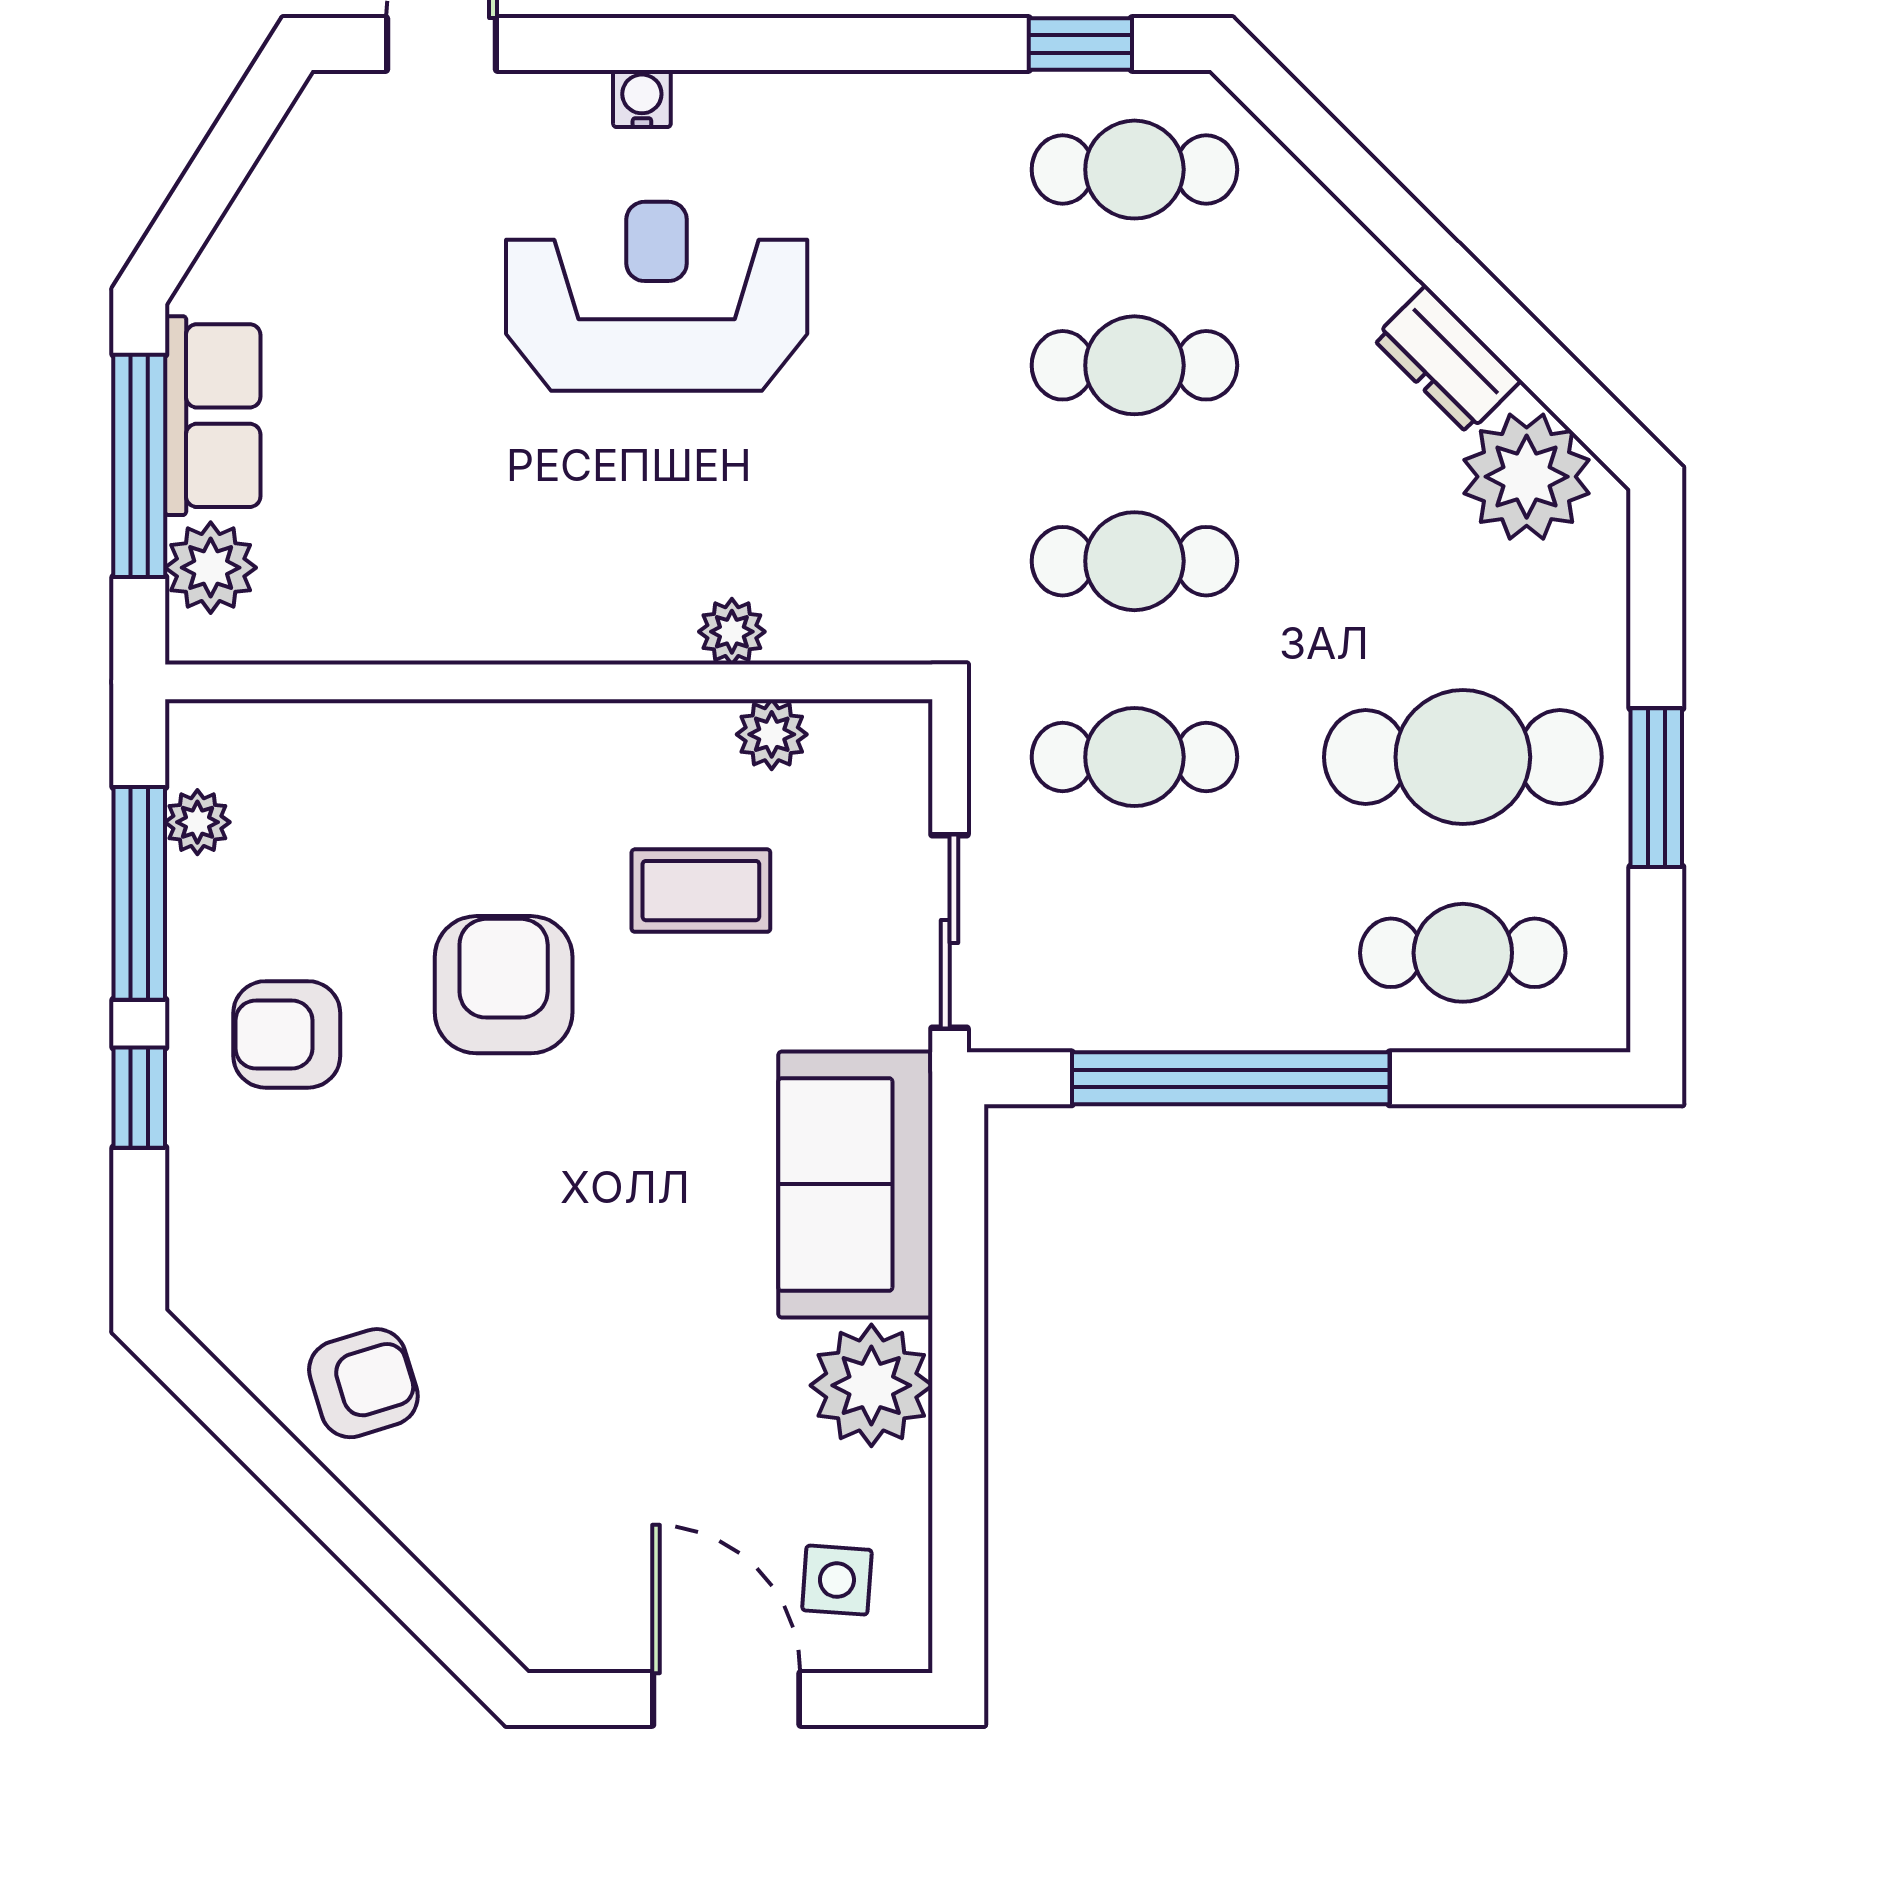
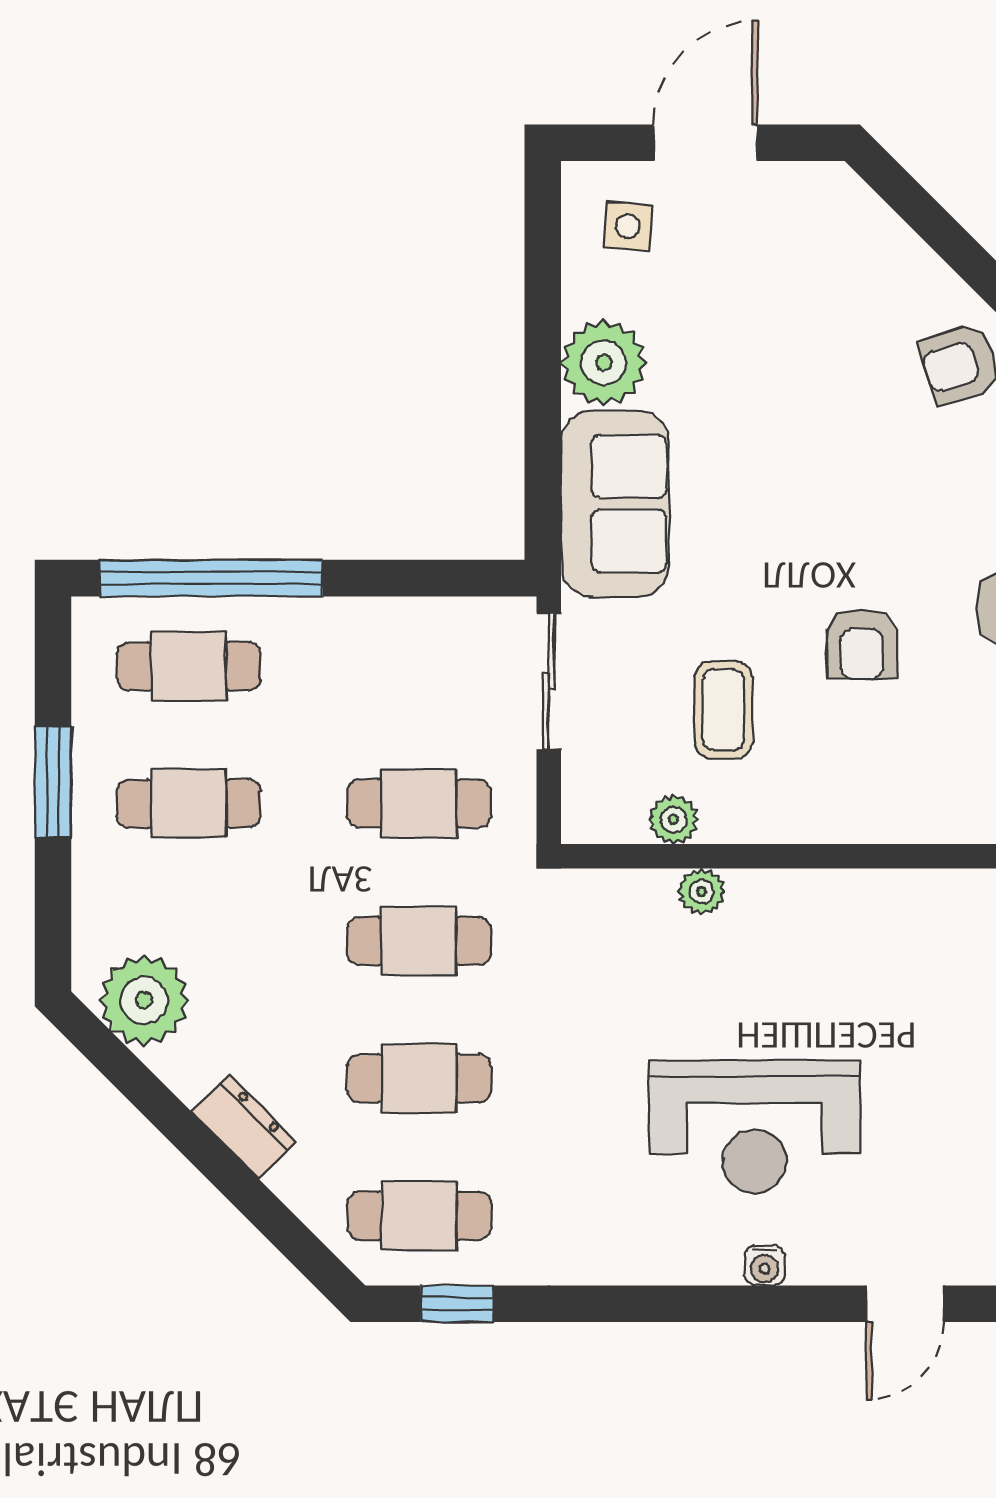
dresser: (1447, 360) -> (244, 1127), moved
cafe table: (1463, 757) -> (189, 804), width x0.73, depth x0.74
coffee table: (701, 891) -> (723, 710), turned 90
armchair: (504, 985) -> (862, 644), width x0.72, depth x0.72
window: (1231, 1078) -> (211, 578), moved
door: (726, 1699) -> (705, 143), swing flipped

